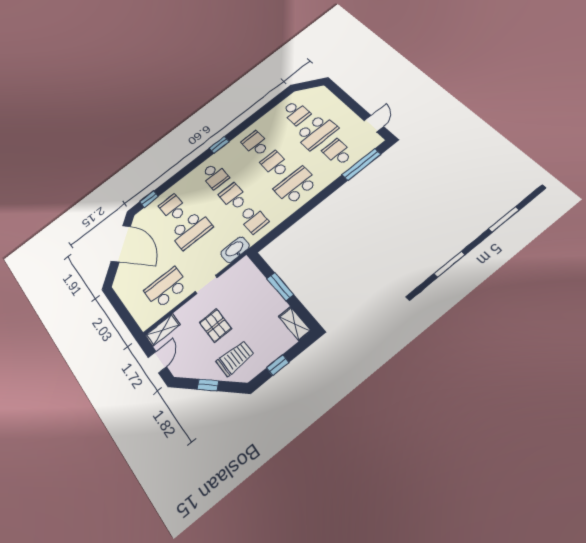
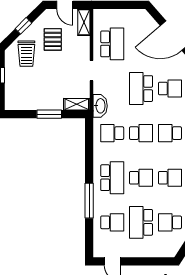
window: (361, 165) -> (89, 201), moved
shelving: (295, 324) -> (77, 104), moved
pallet: (215, 326) -> (53, 39), moved, turned 90

